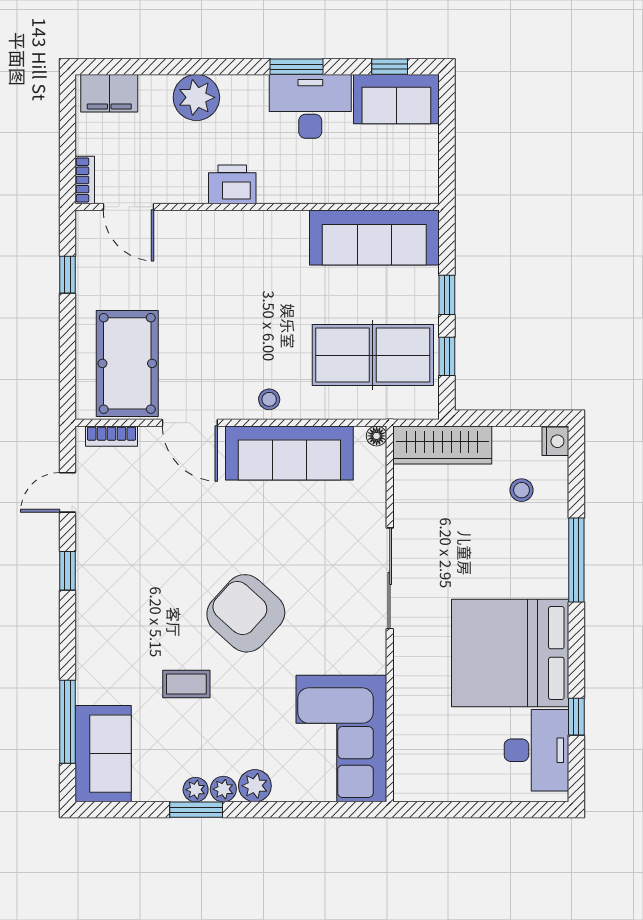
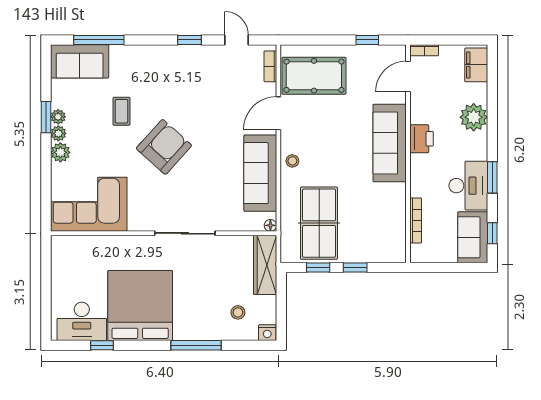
bookcase: (368, 194) -> (416, 220), added
sofa: (374, 238) -> (390, 143), moved

